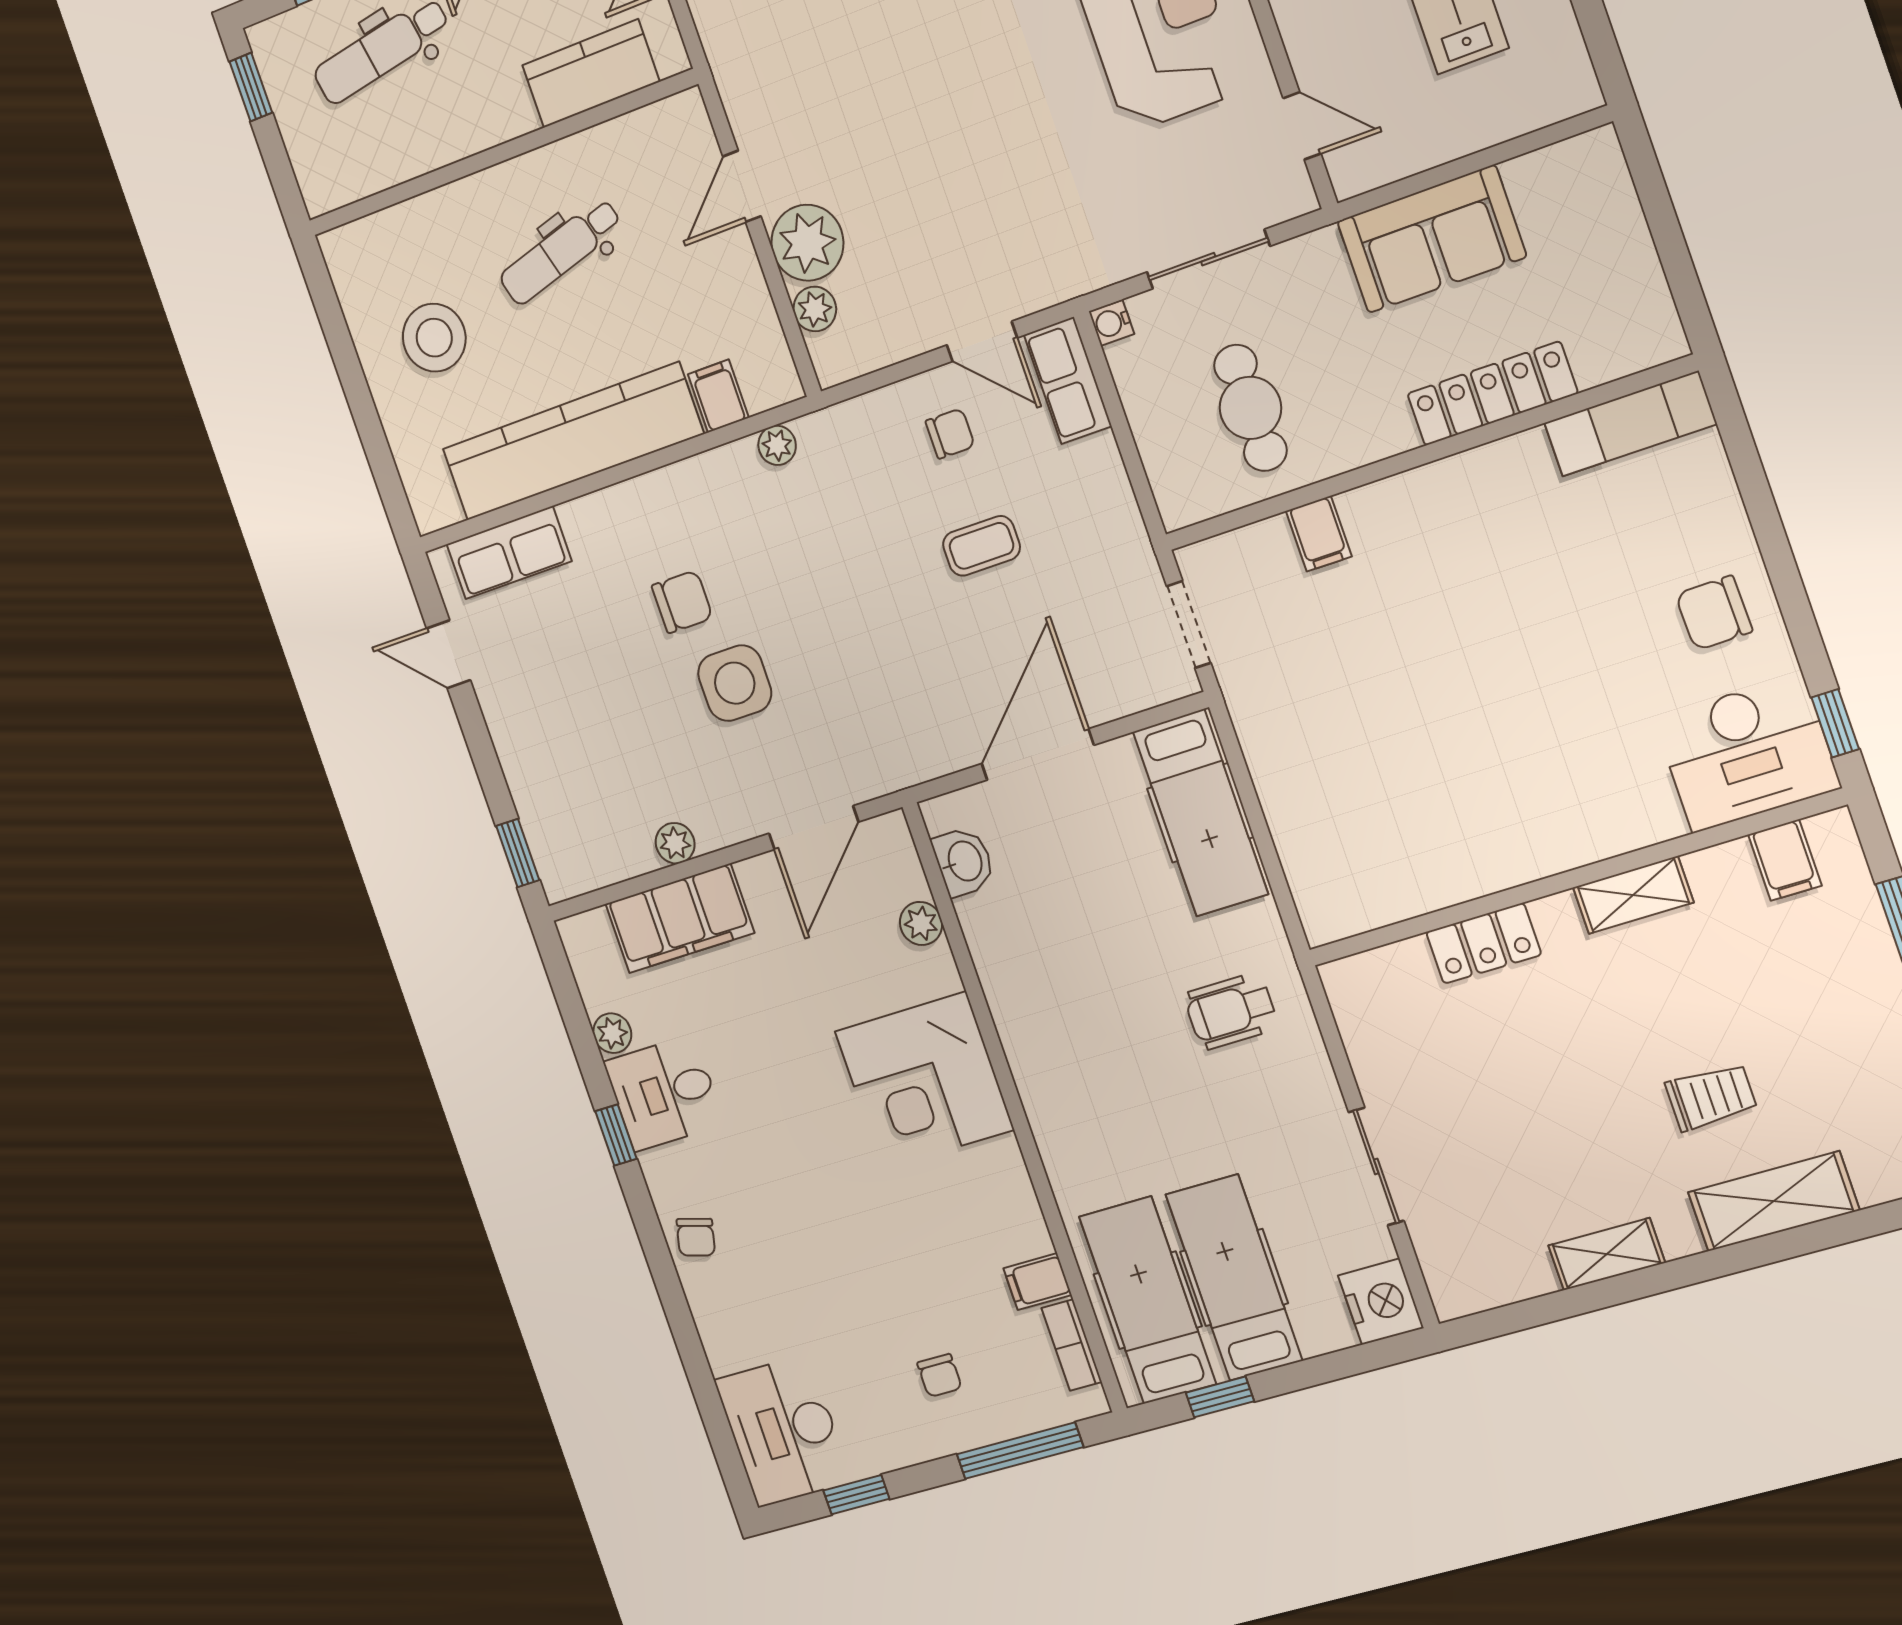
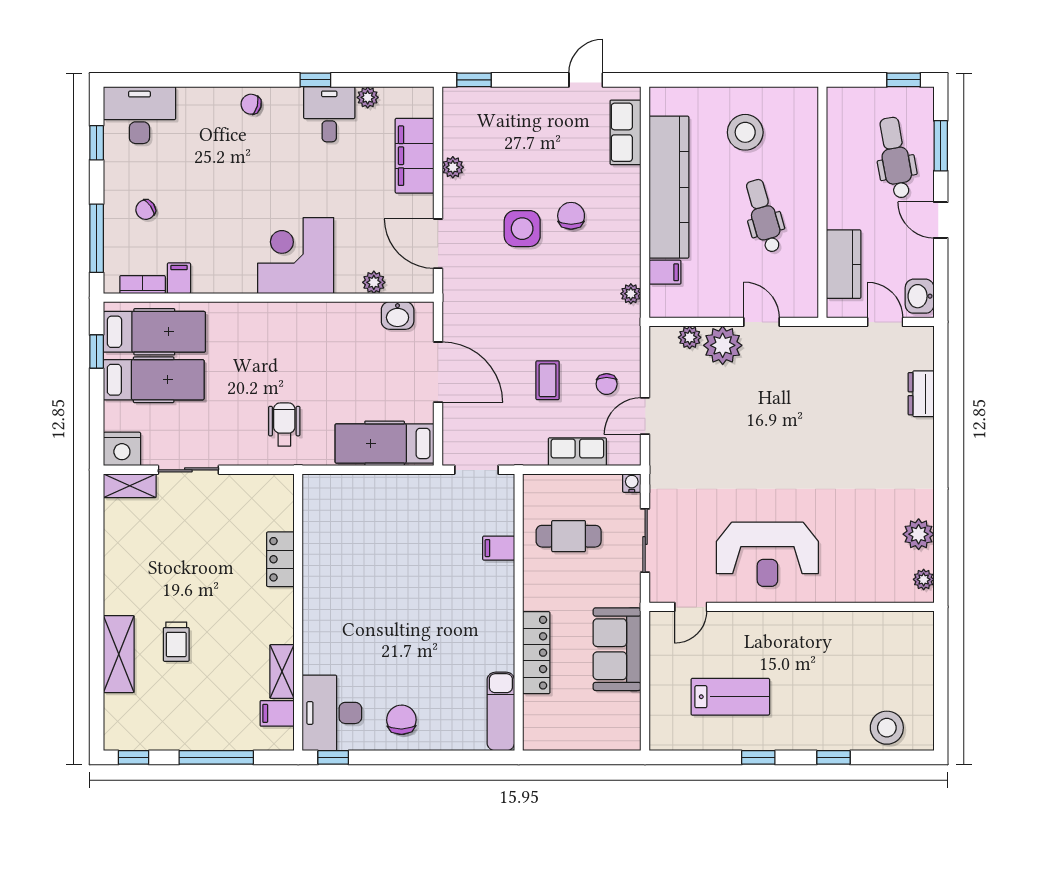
row of seats: (1068, 381) -> (577, 452), moved
chair: (682, 602) -> (571, 216), turned 180
shelving: (1633, 895) -> (282, 671), moved
shelving: (1607, 1254) -> (130, 486), moved, turned 90
chair: (939, 1375) -> (146, 210), turned -35

